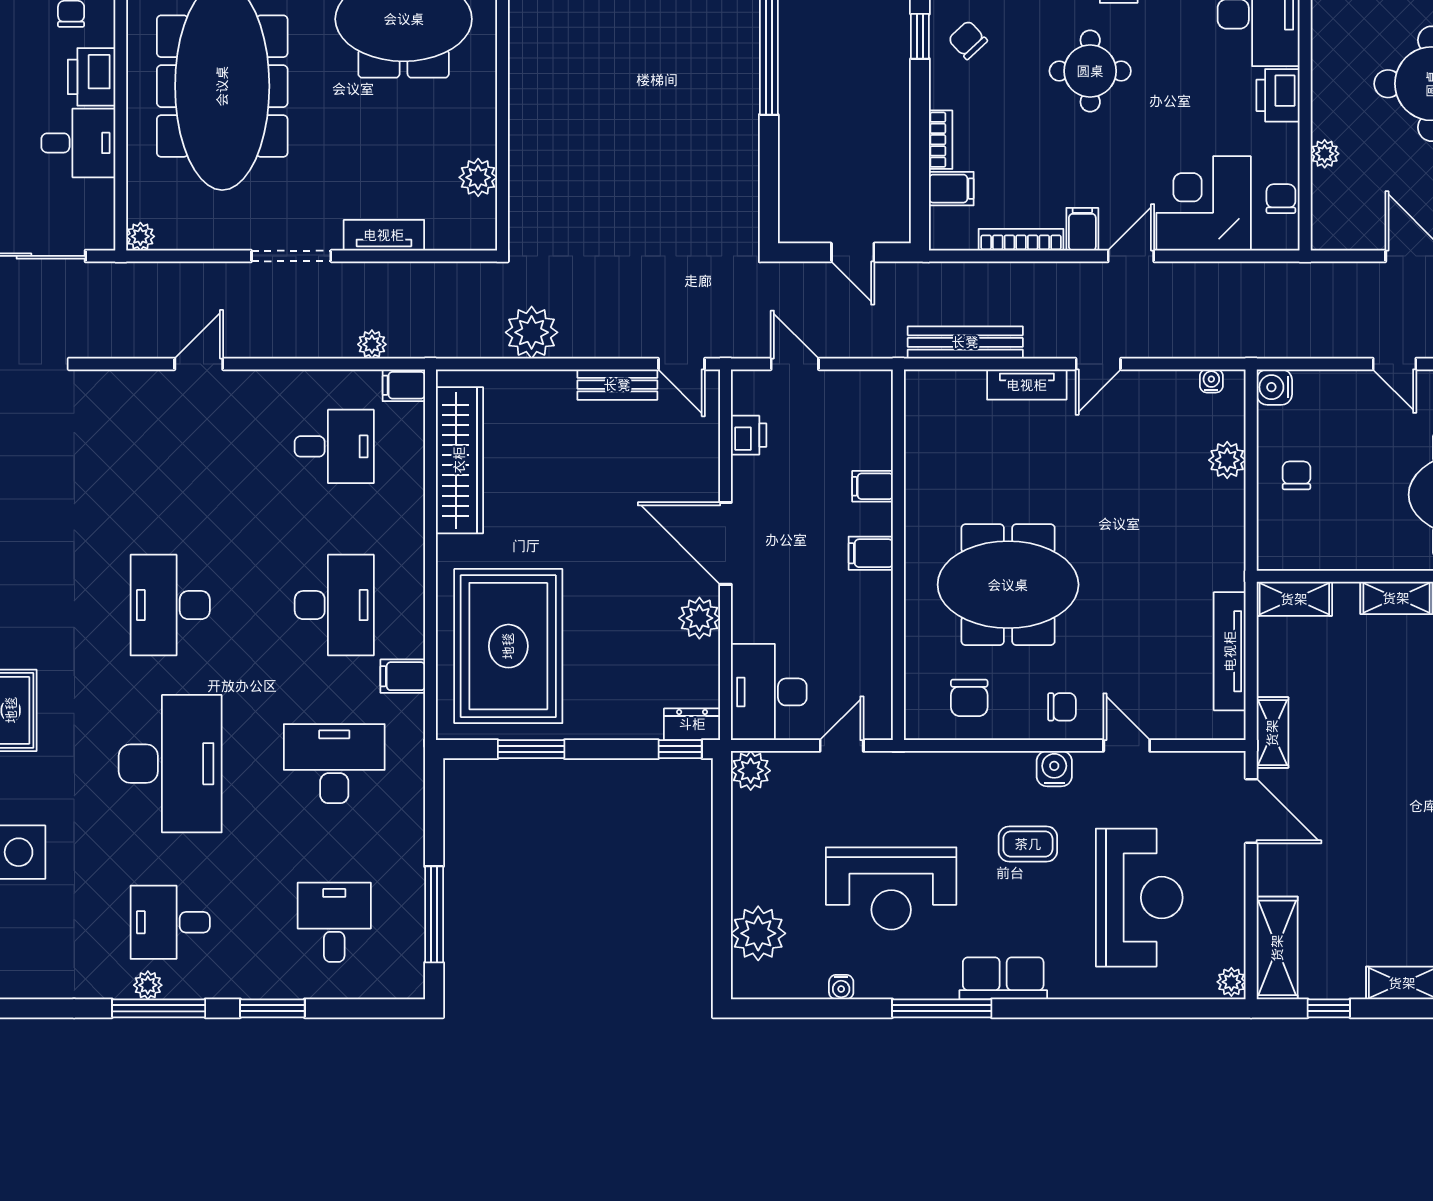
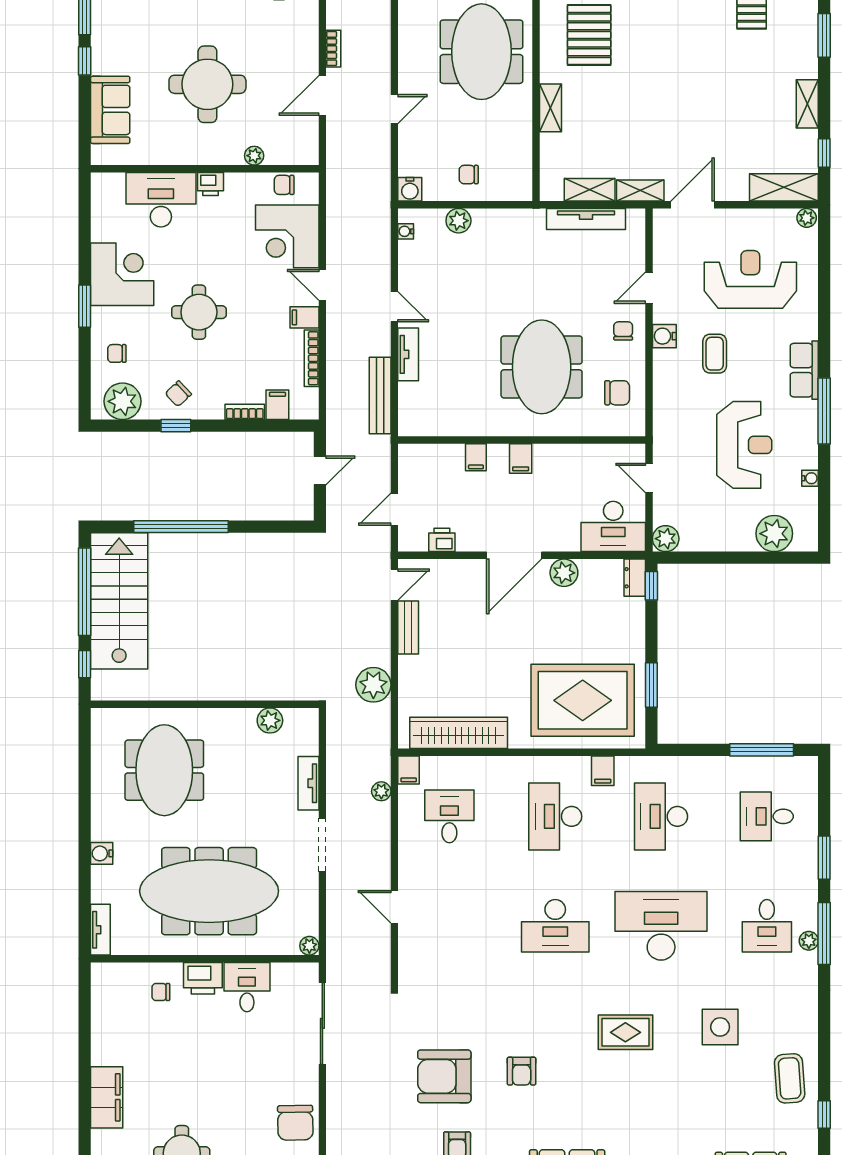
printer: (1278, 95) -> (211, 184), width x0.73, depth x0.81
shelving: (1294, 599) -> (590, 190), moved, turned 90
desk: (334, 605) -> (555, 816), turned -90

